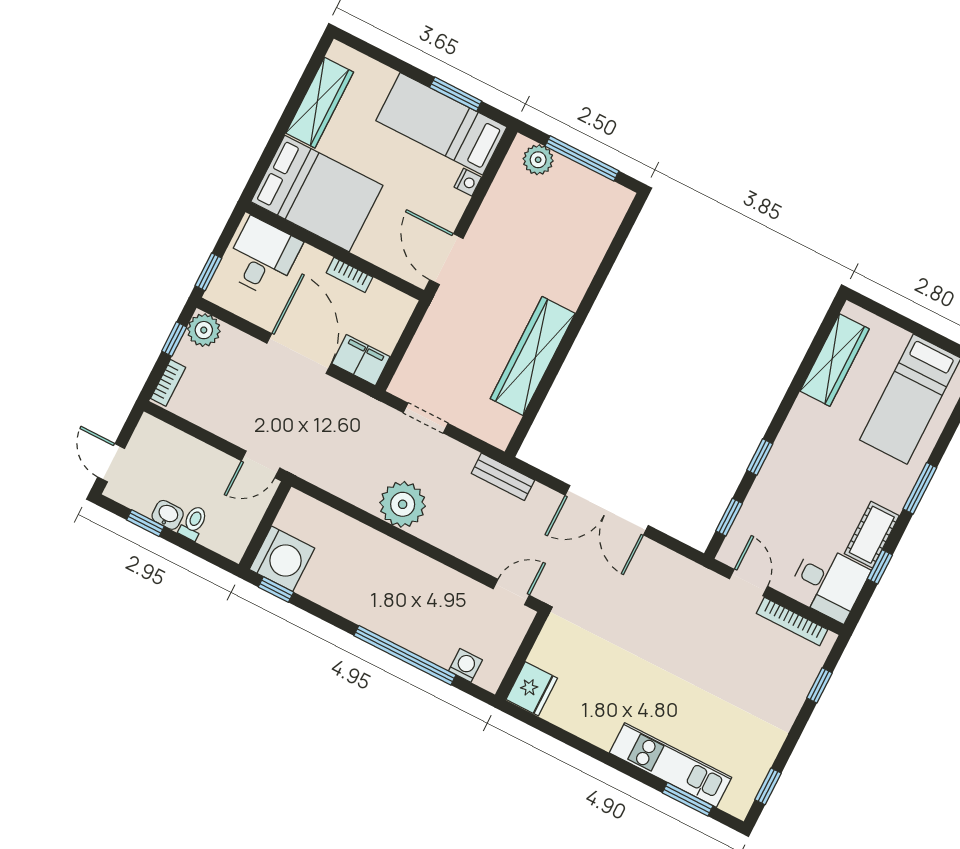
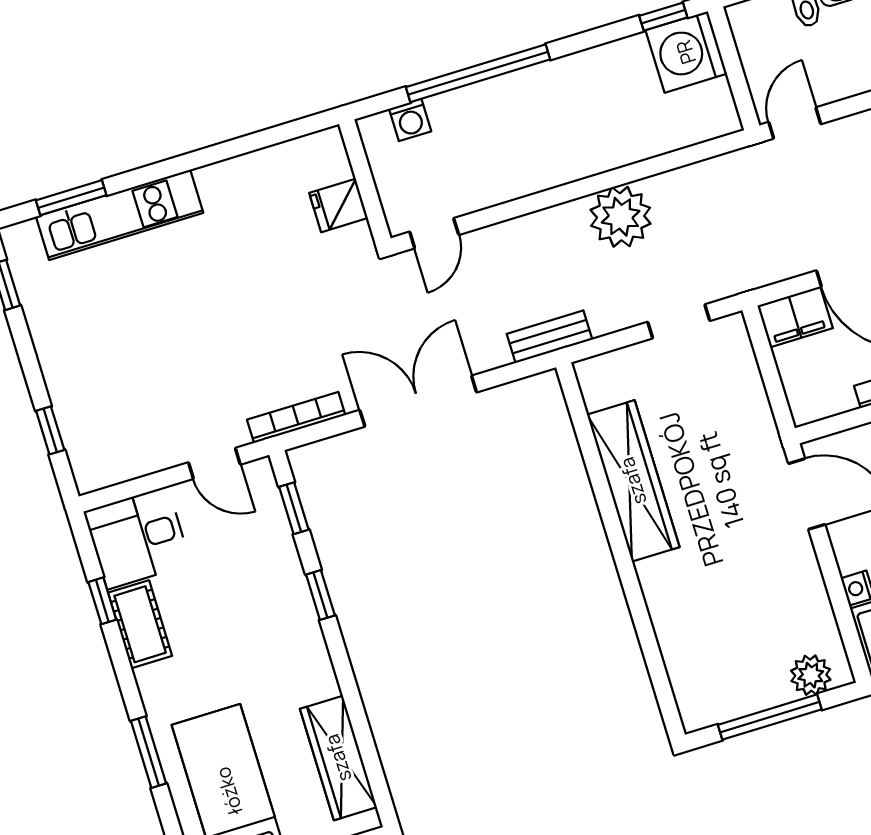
window: (920, 488) -> (149, 752), moved
bookcase: (792, 621) -> (296, 417), moved
fridge: (532, 689) -> (339, 205), moved, width x0.72

